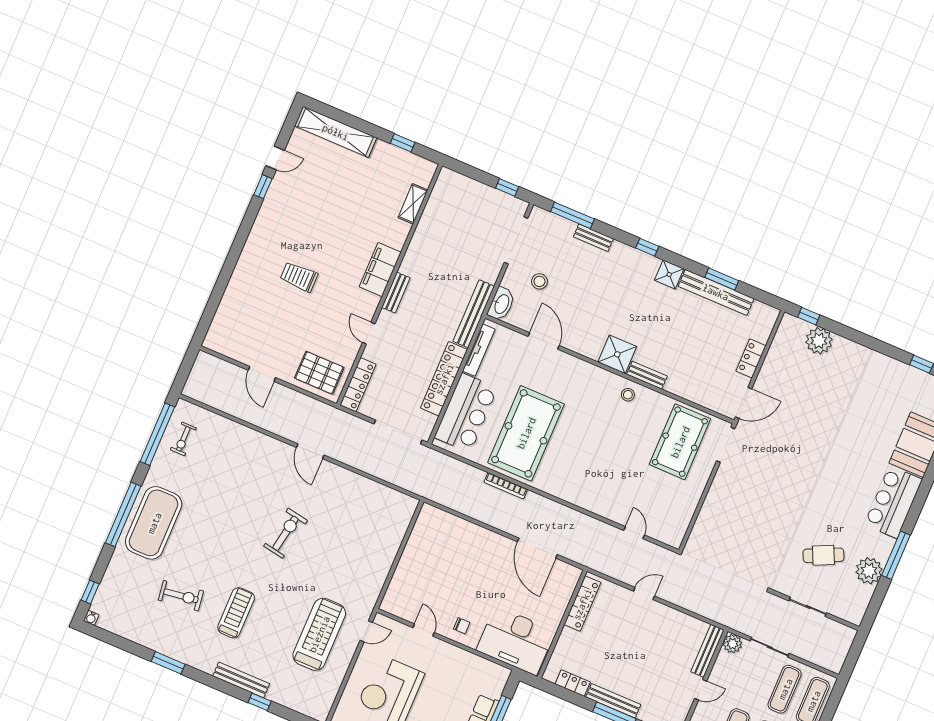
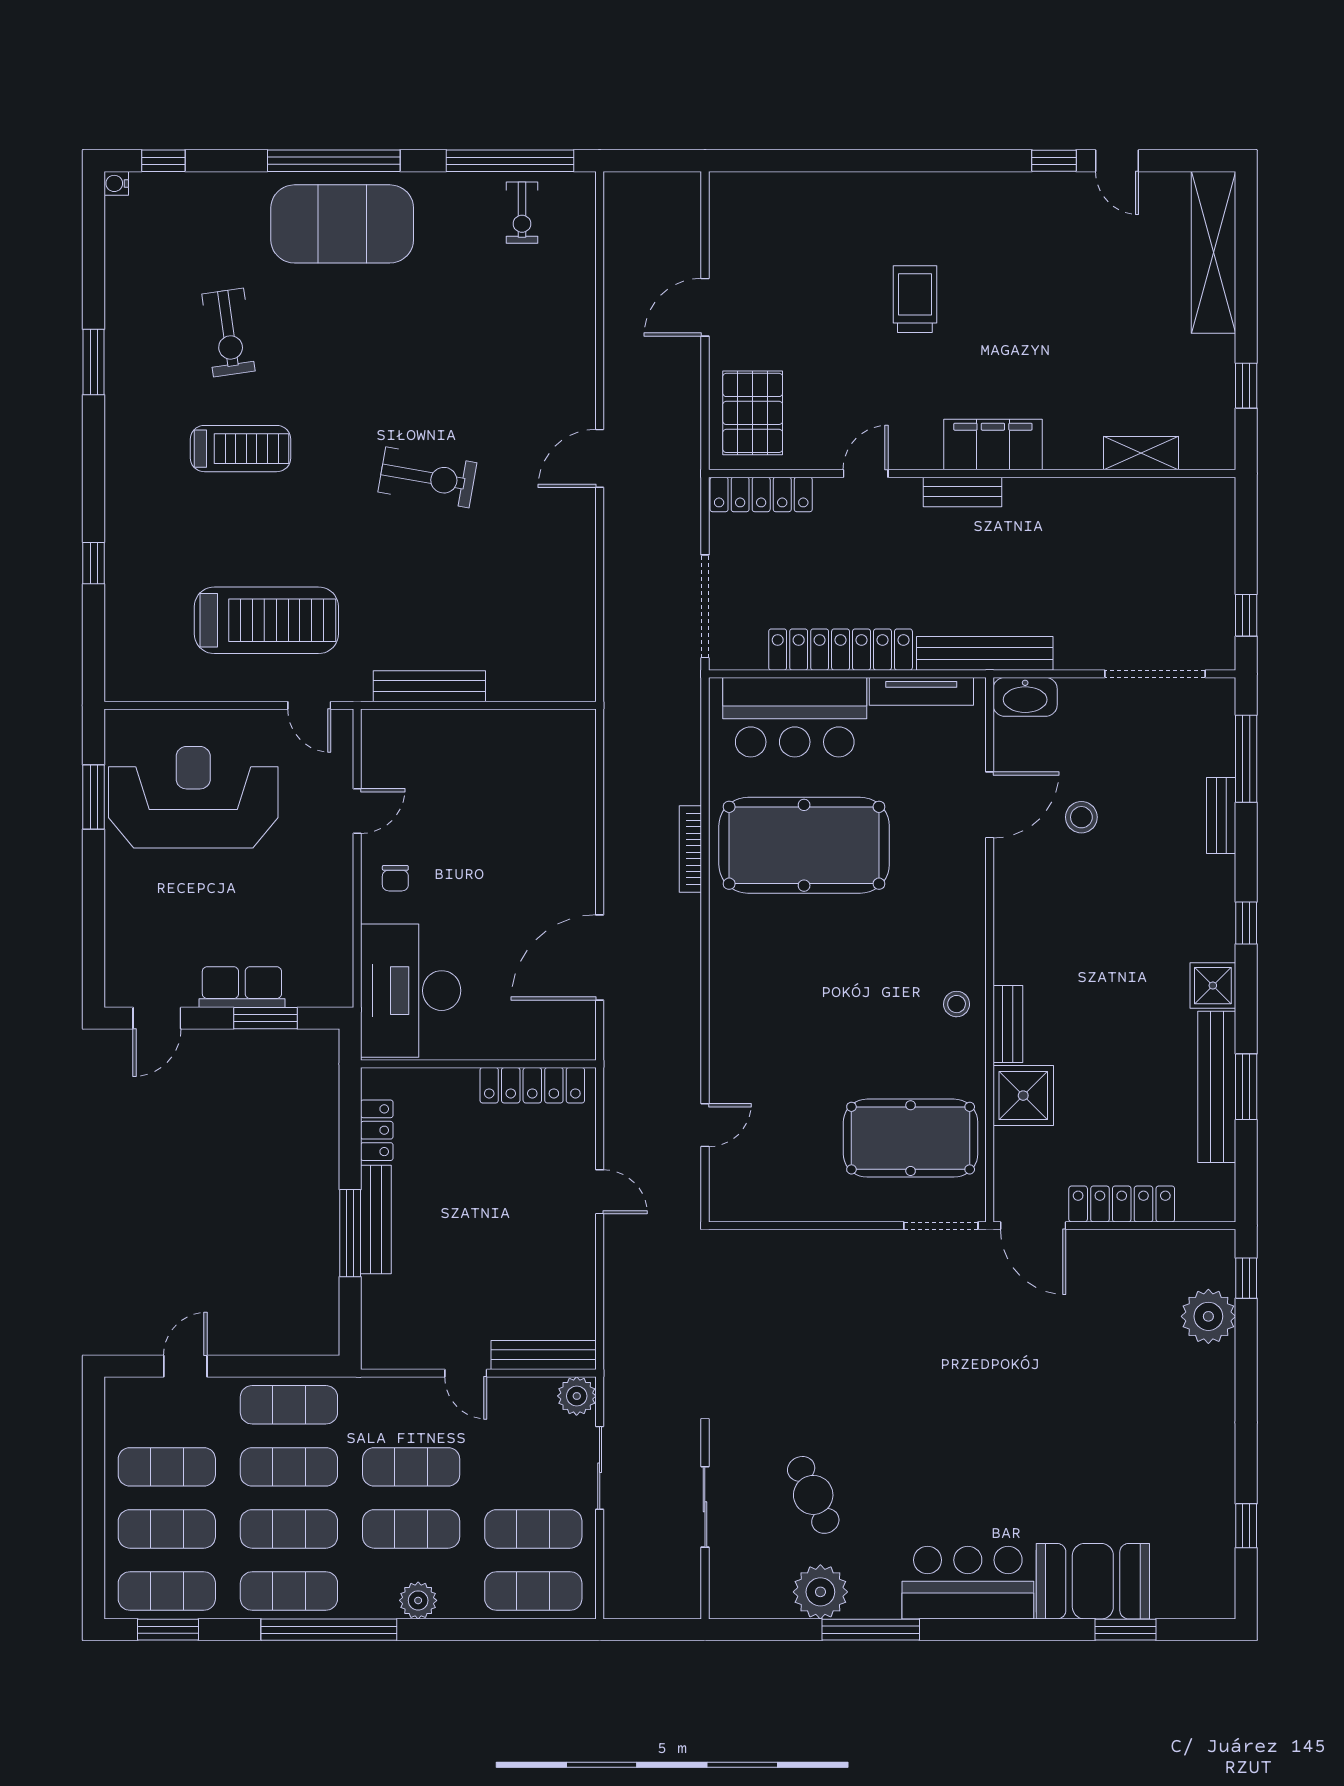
stool: (539, 281) -> (1081, 817), moved
shower: (617, 354) -> (1023, 1096), moved
locker: (751, 358) -> (1122, 1204), width x1.53
exercise bike: (183, 439) -> (522, 213), turned -90
bench: (241, 680) -> (429, 686), moved, turned 90

